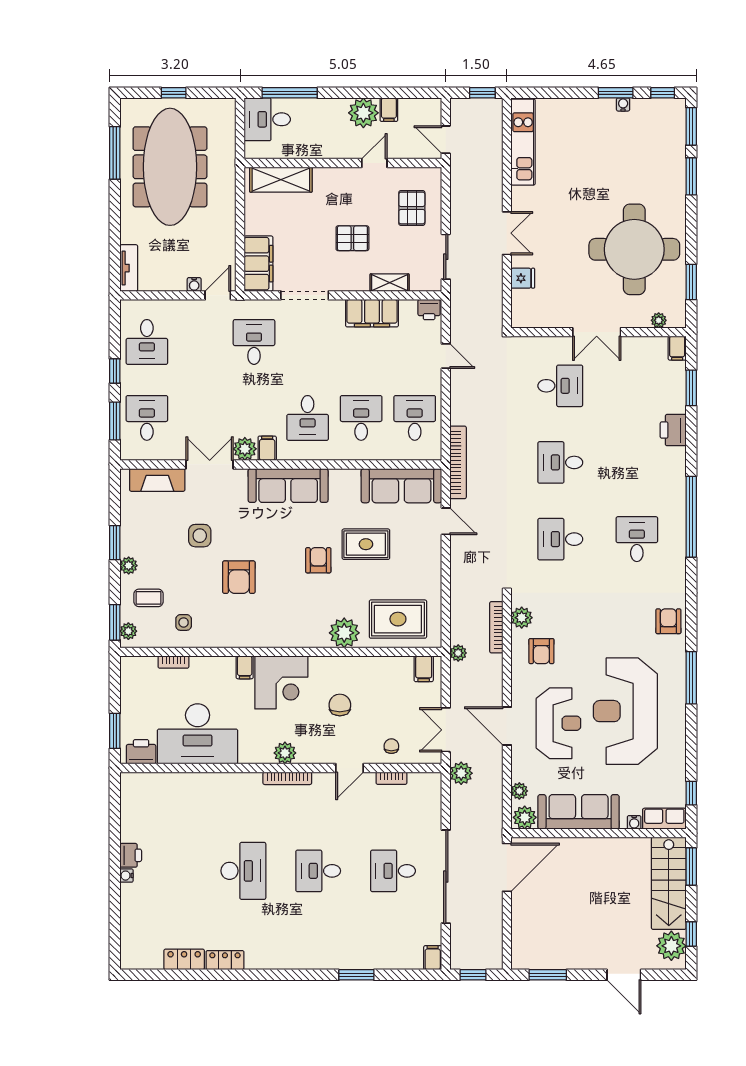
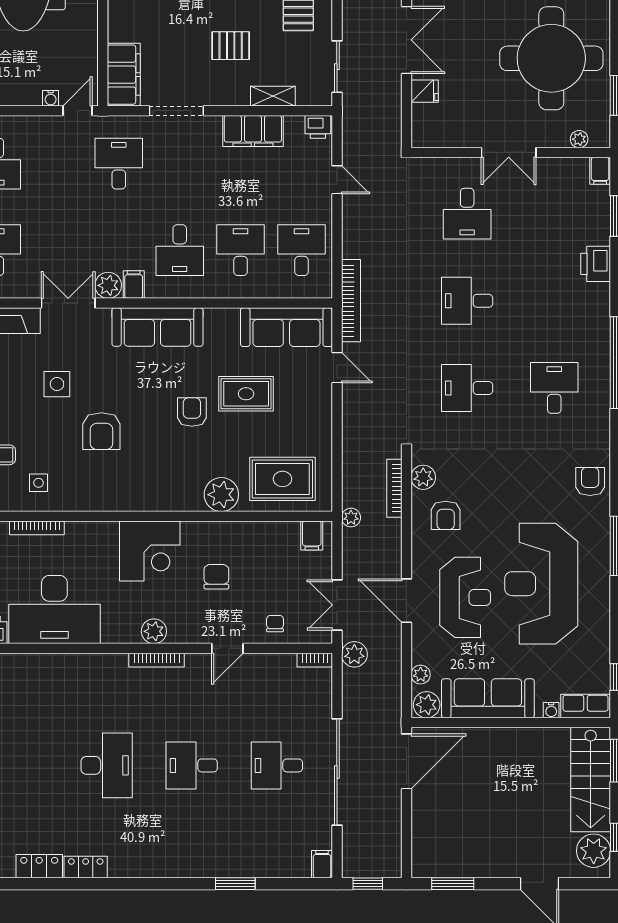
double door: (507, 233) -> (406, 40), width x1.37
desk: (560, 386) -> (467, 214), turned 90
bookcase: (173, 662) -> (37, 528), width x1.56
filing cabinet: (245, 667) -> (108, 534), removed
bookcase: (391, 778) -> (315, 660), moved

